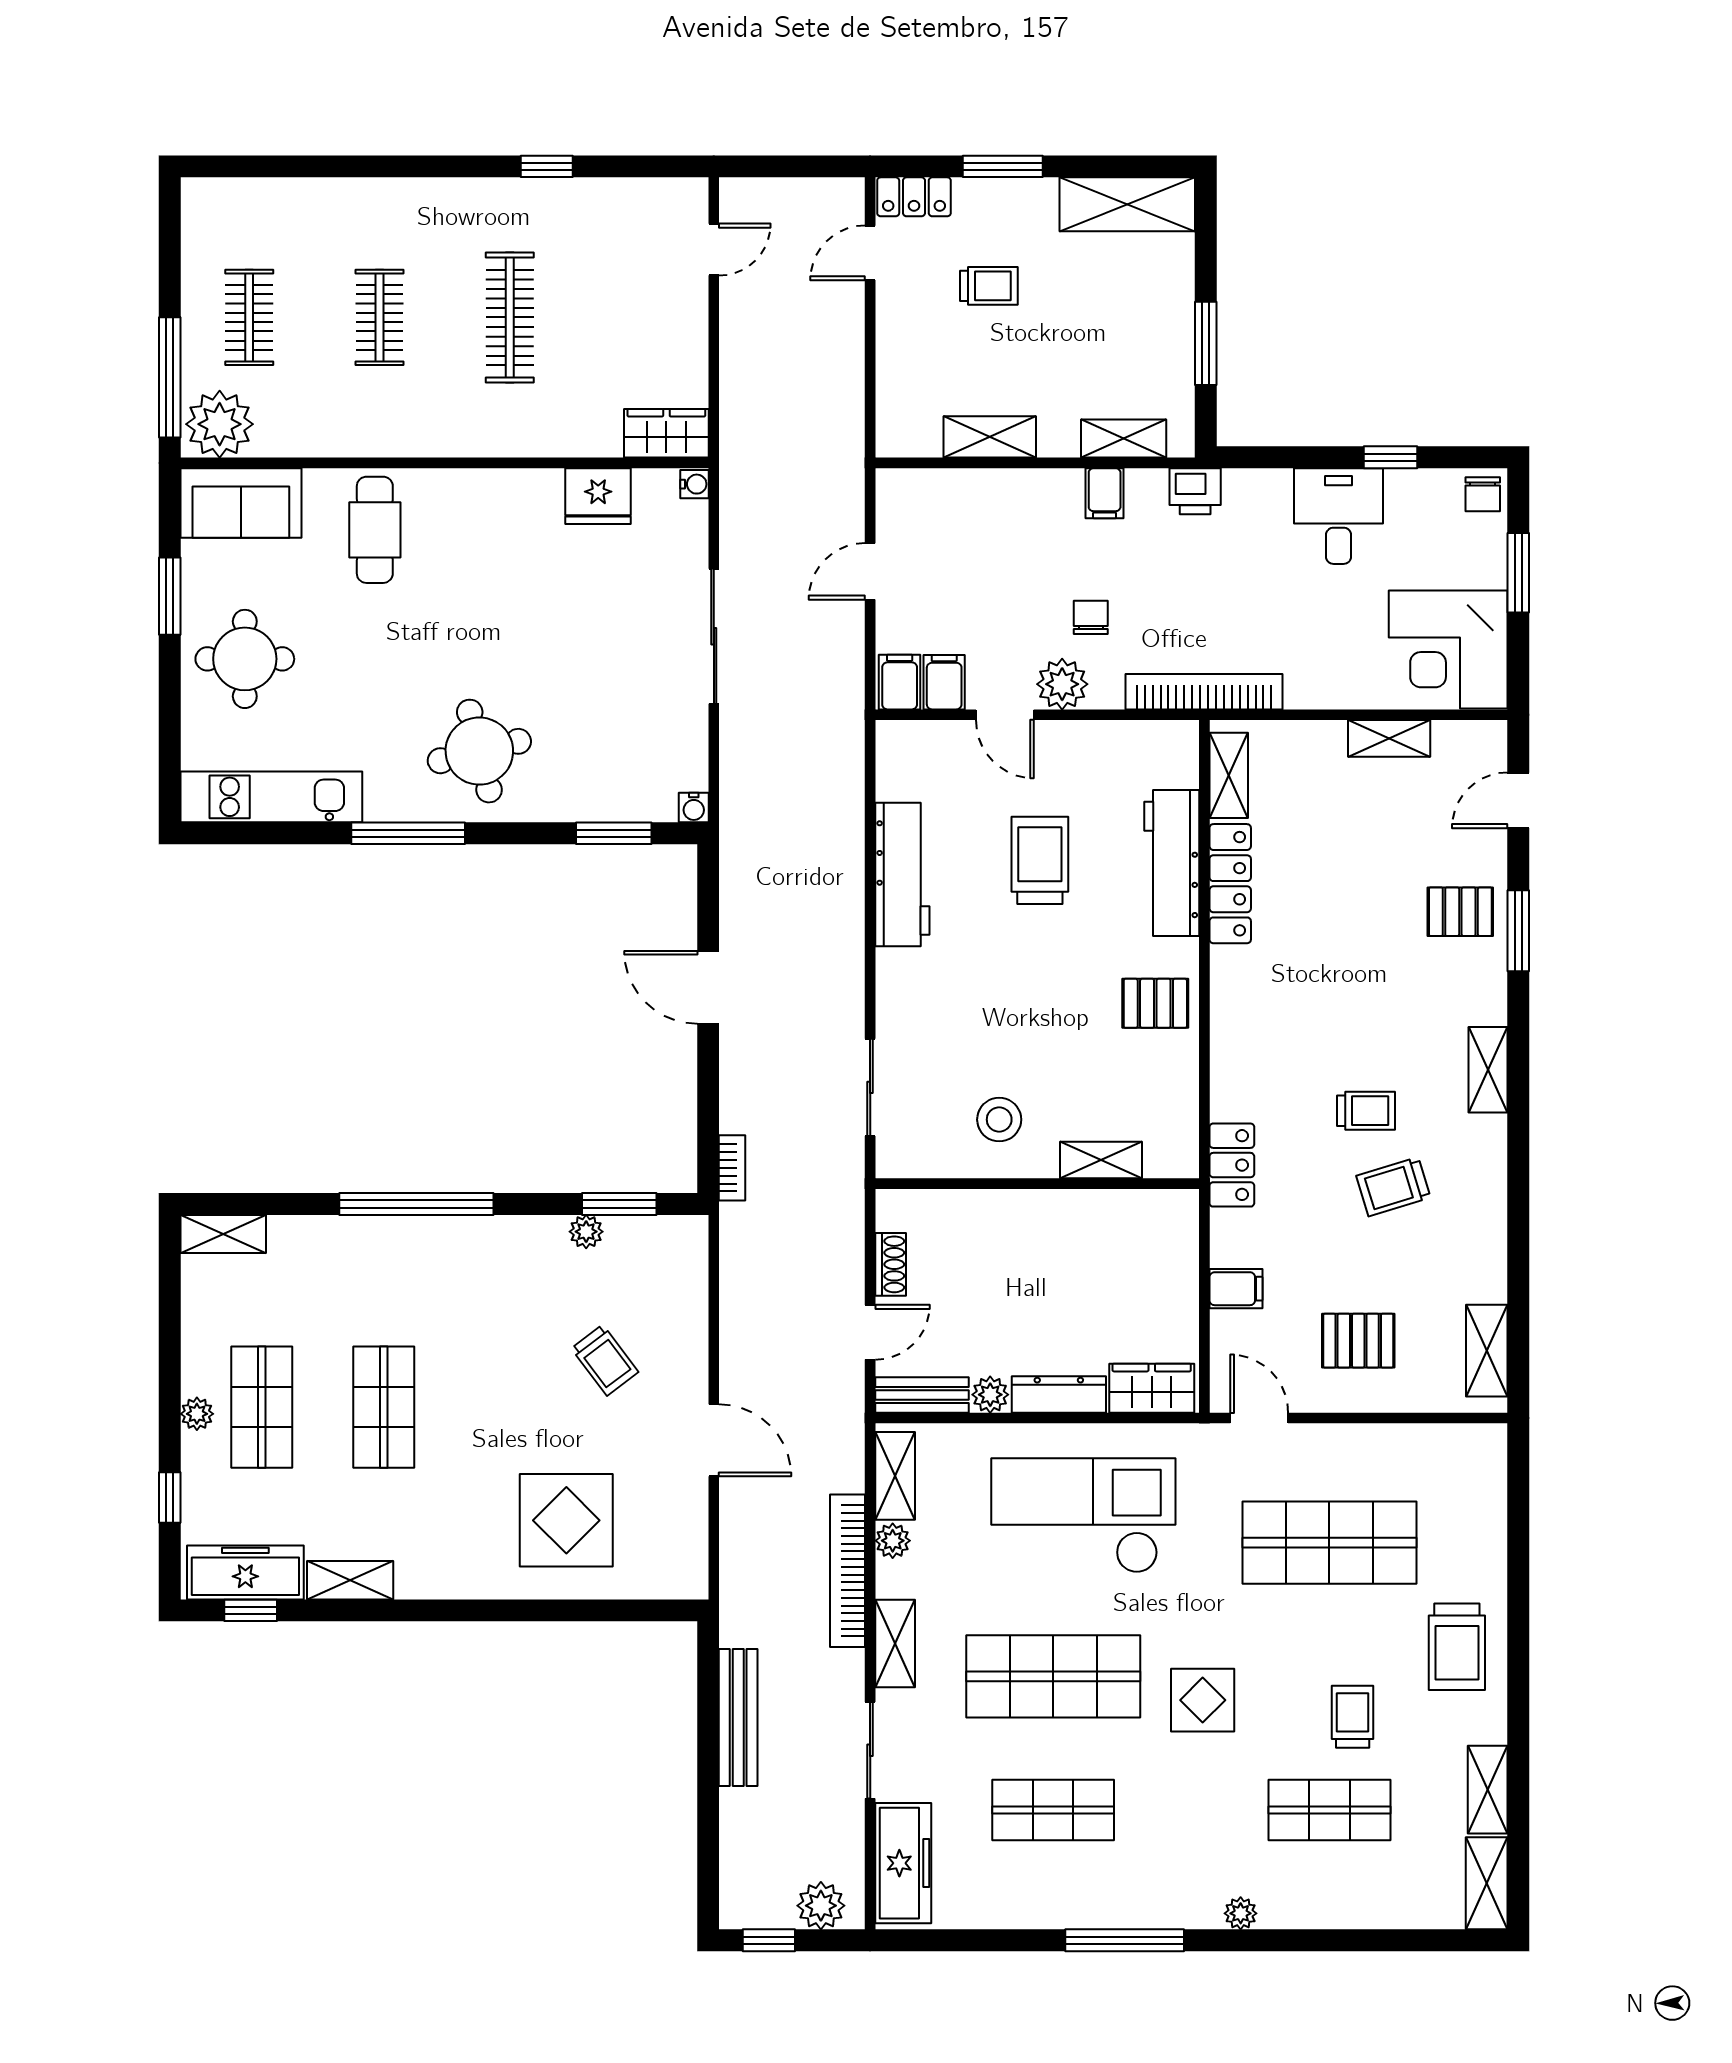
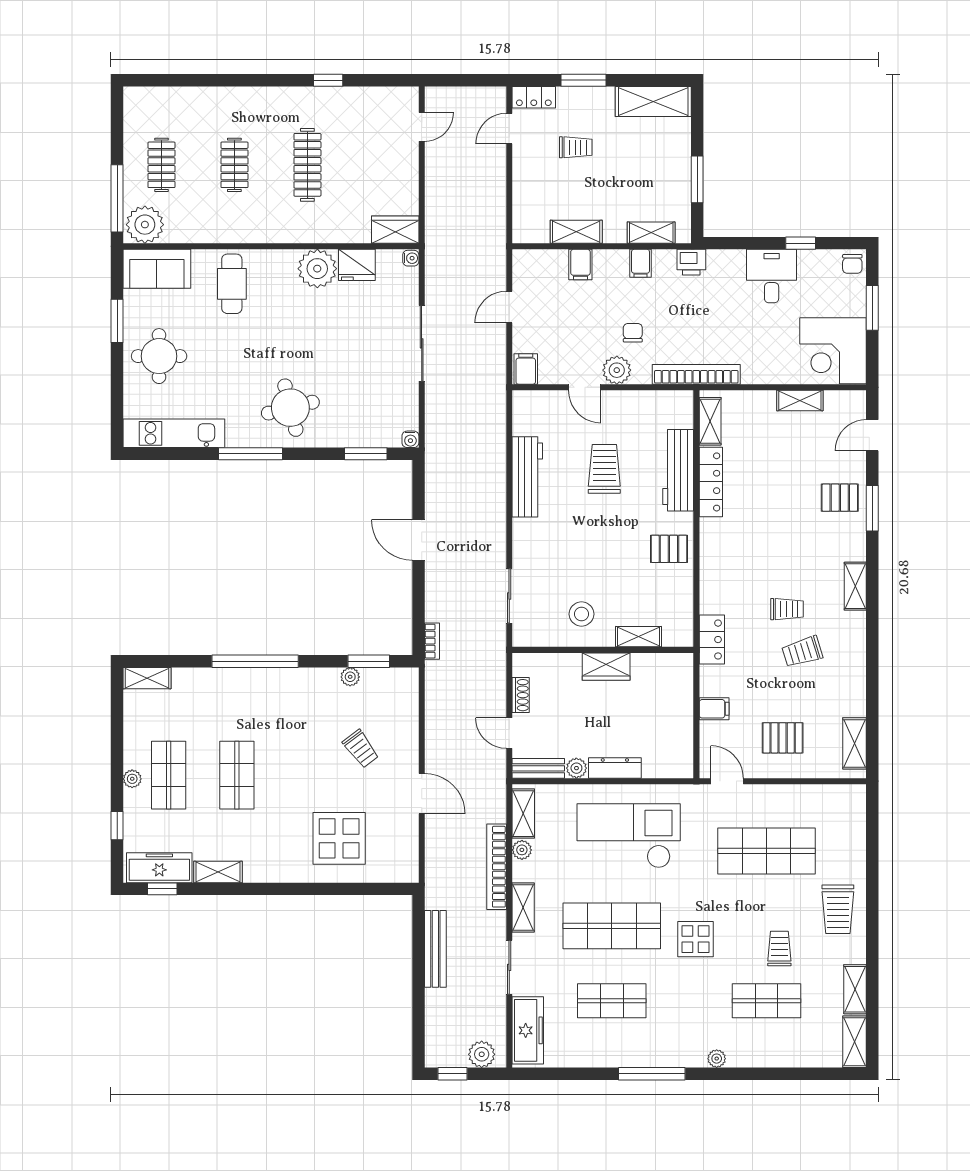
plant: (527, 503) -> (317, 269), added
filing cabinet: (944, 682) -> (580, 264), moved, turned 180
door: (870, 1332) -> (509, 733), swing flipped
wardrobe: (1152, 1388) -> (606, 667), moved, turned 180

